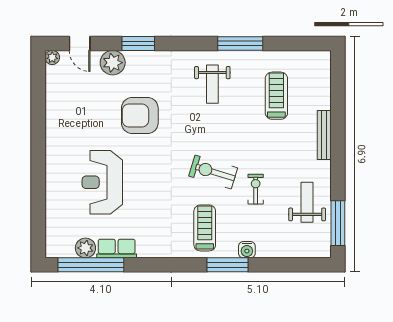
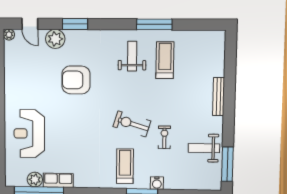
weight bench: (212, 84) -> (132, 56), turned 180
treadmill: (276, 96) -> (165, 60), moved
reception desk: (102, 182) -> (29, 134), moved
weight bench: (307, 202) -> (204, 148), turned -90

